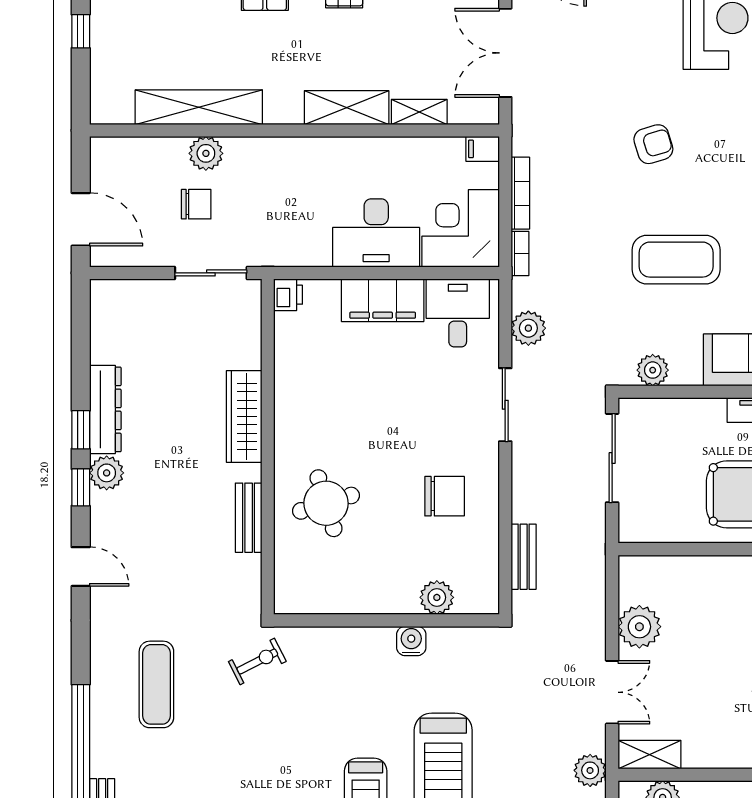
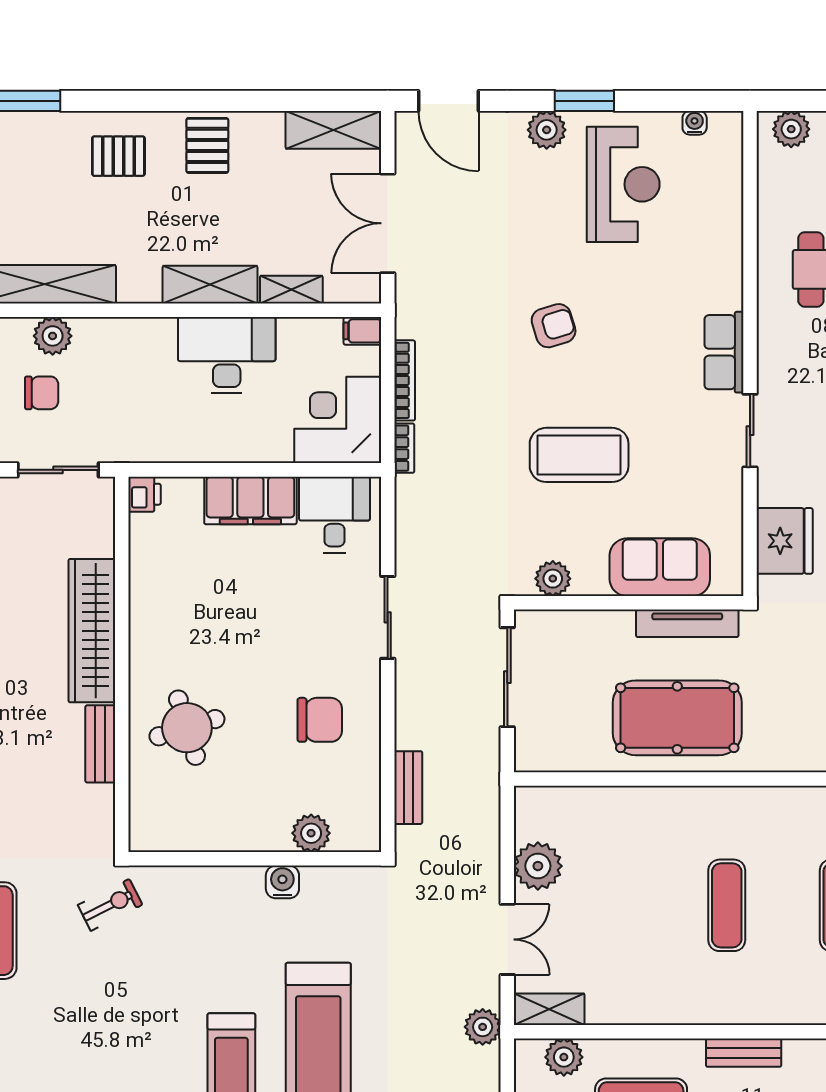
desk: (376, 233) -> (227, 355), moved, turned 180
plant: (528, 328) -> (414, 532), removed
wardrobe: (244, 417) -> (92, 631), width x1.40, depth x1.17

